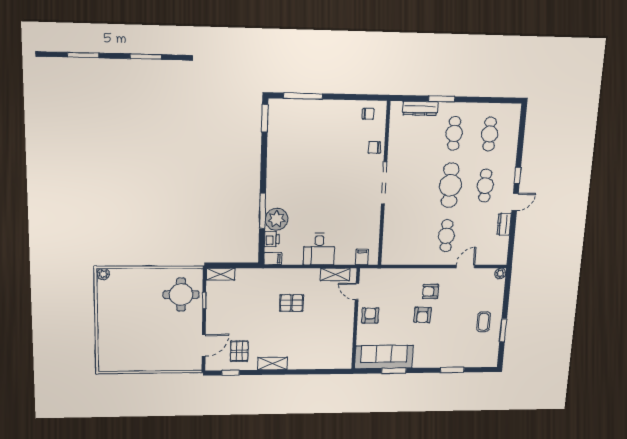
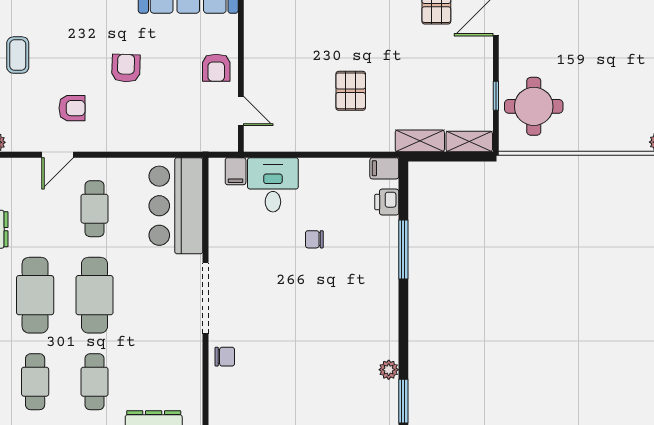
chair: (368, 114) -> (314, 239), moved
cafe table: (485, 186) -> (35, 295), width x1.37, depth x1.35
plant: (277, 219) -> (389, 370), moved, width x0.53, depth x0.53
bar counter: (399, 237) -> (176, 206), added
desk: (319, 249) -> (273, 185), moved
shelving: (335, 274) -> (420, 141), moved
armchair: (430, 291) -> (72, 108), moved
pallet: (292, 303) -> (351, 91), turned 90

